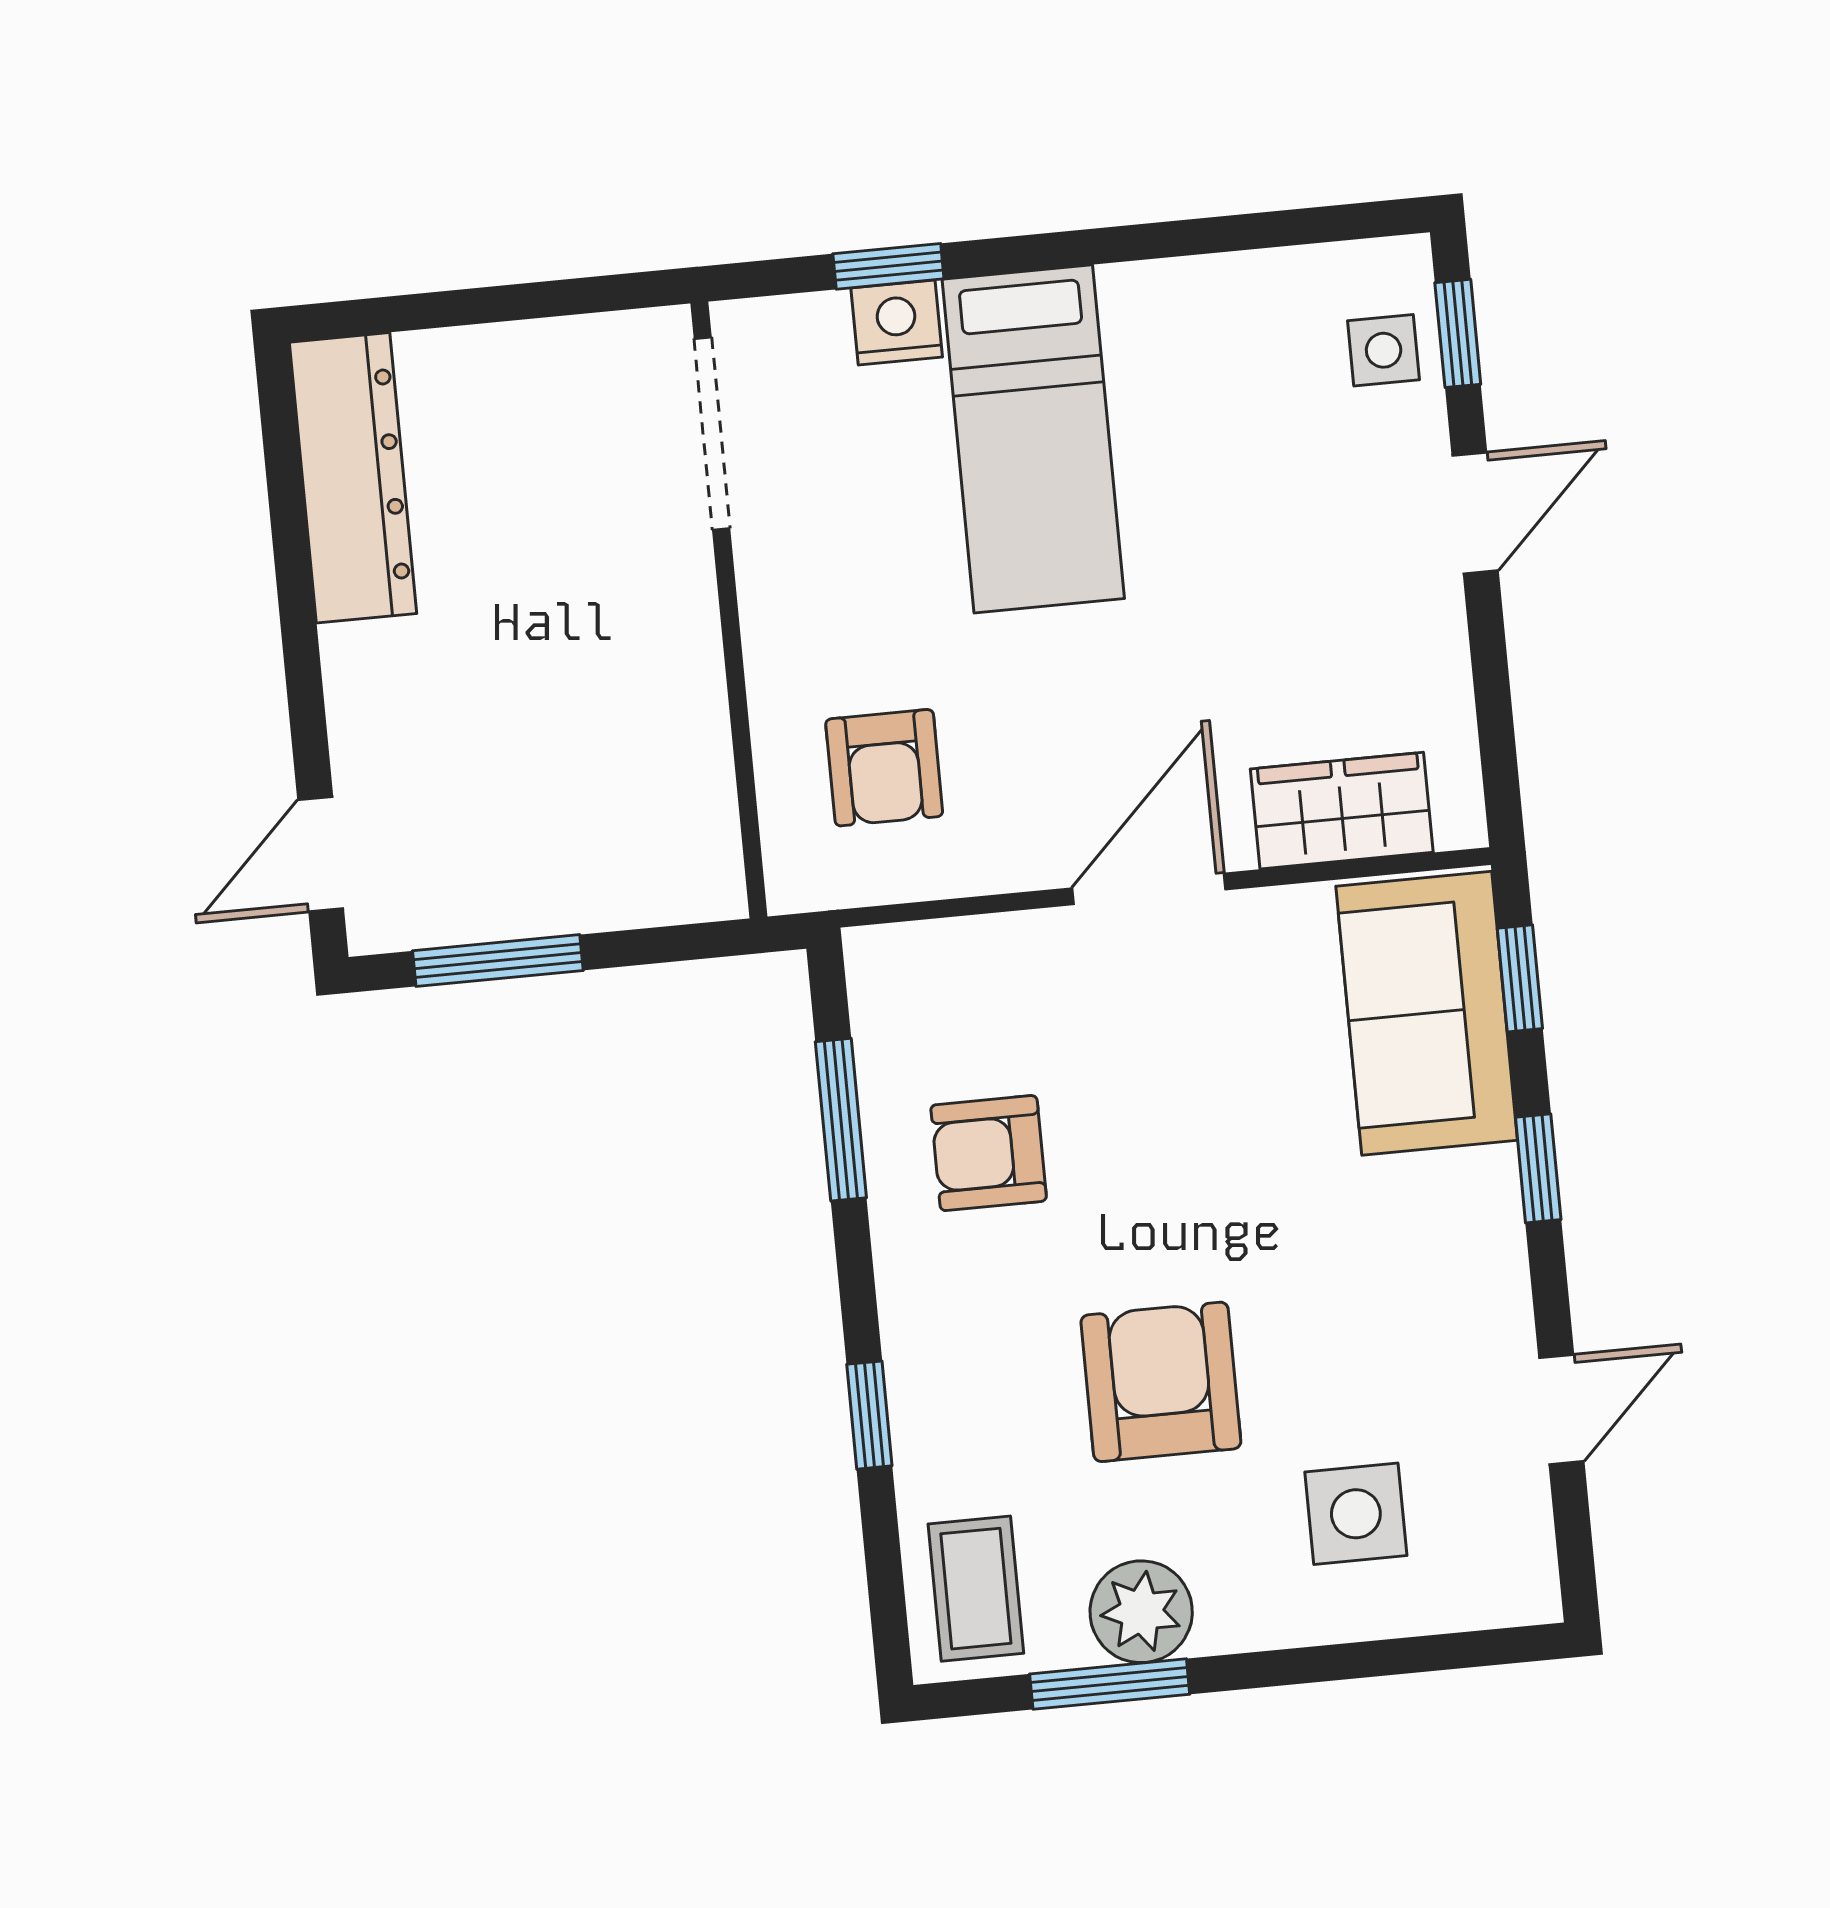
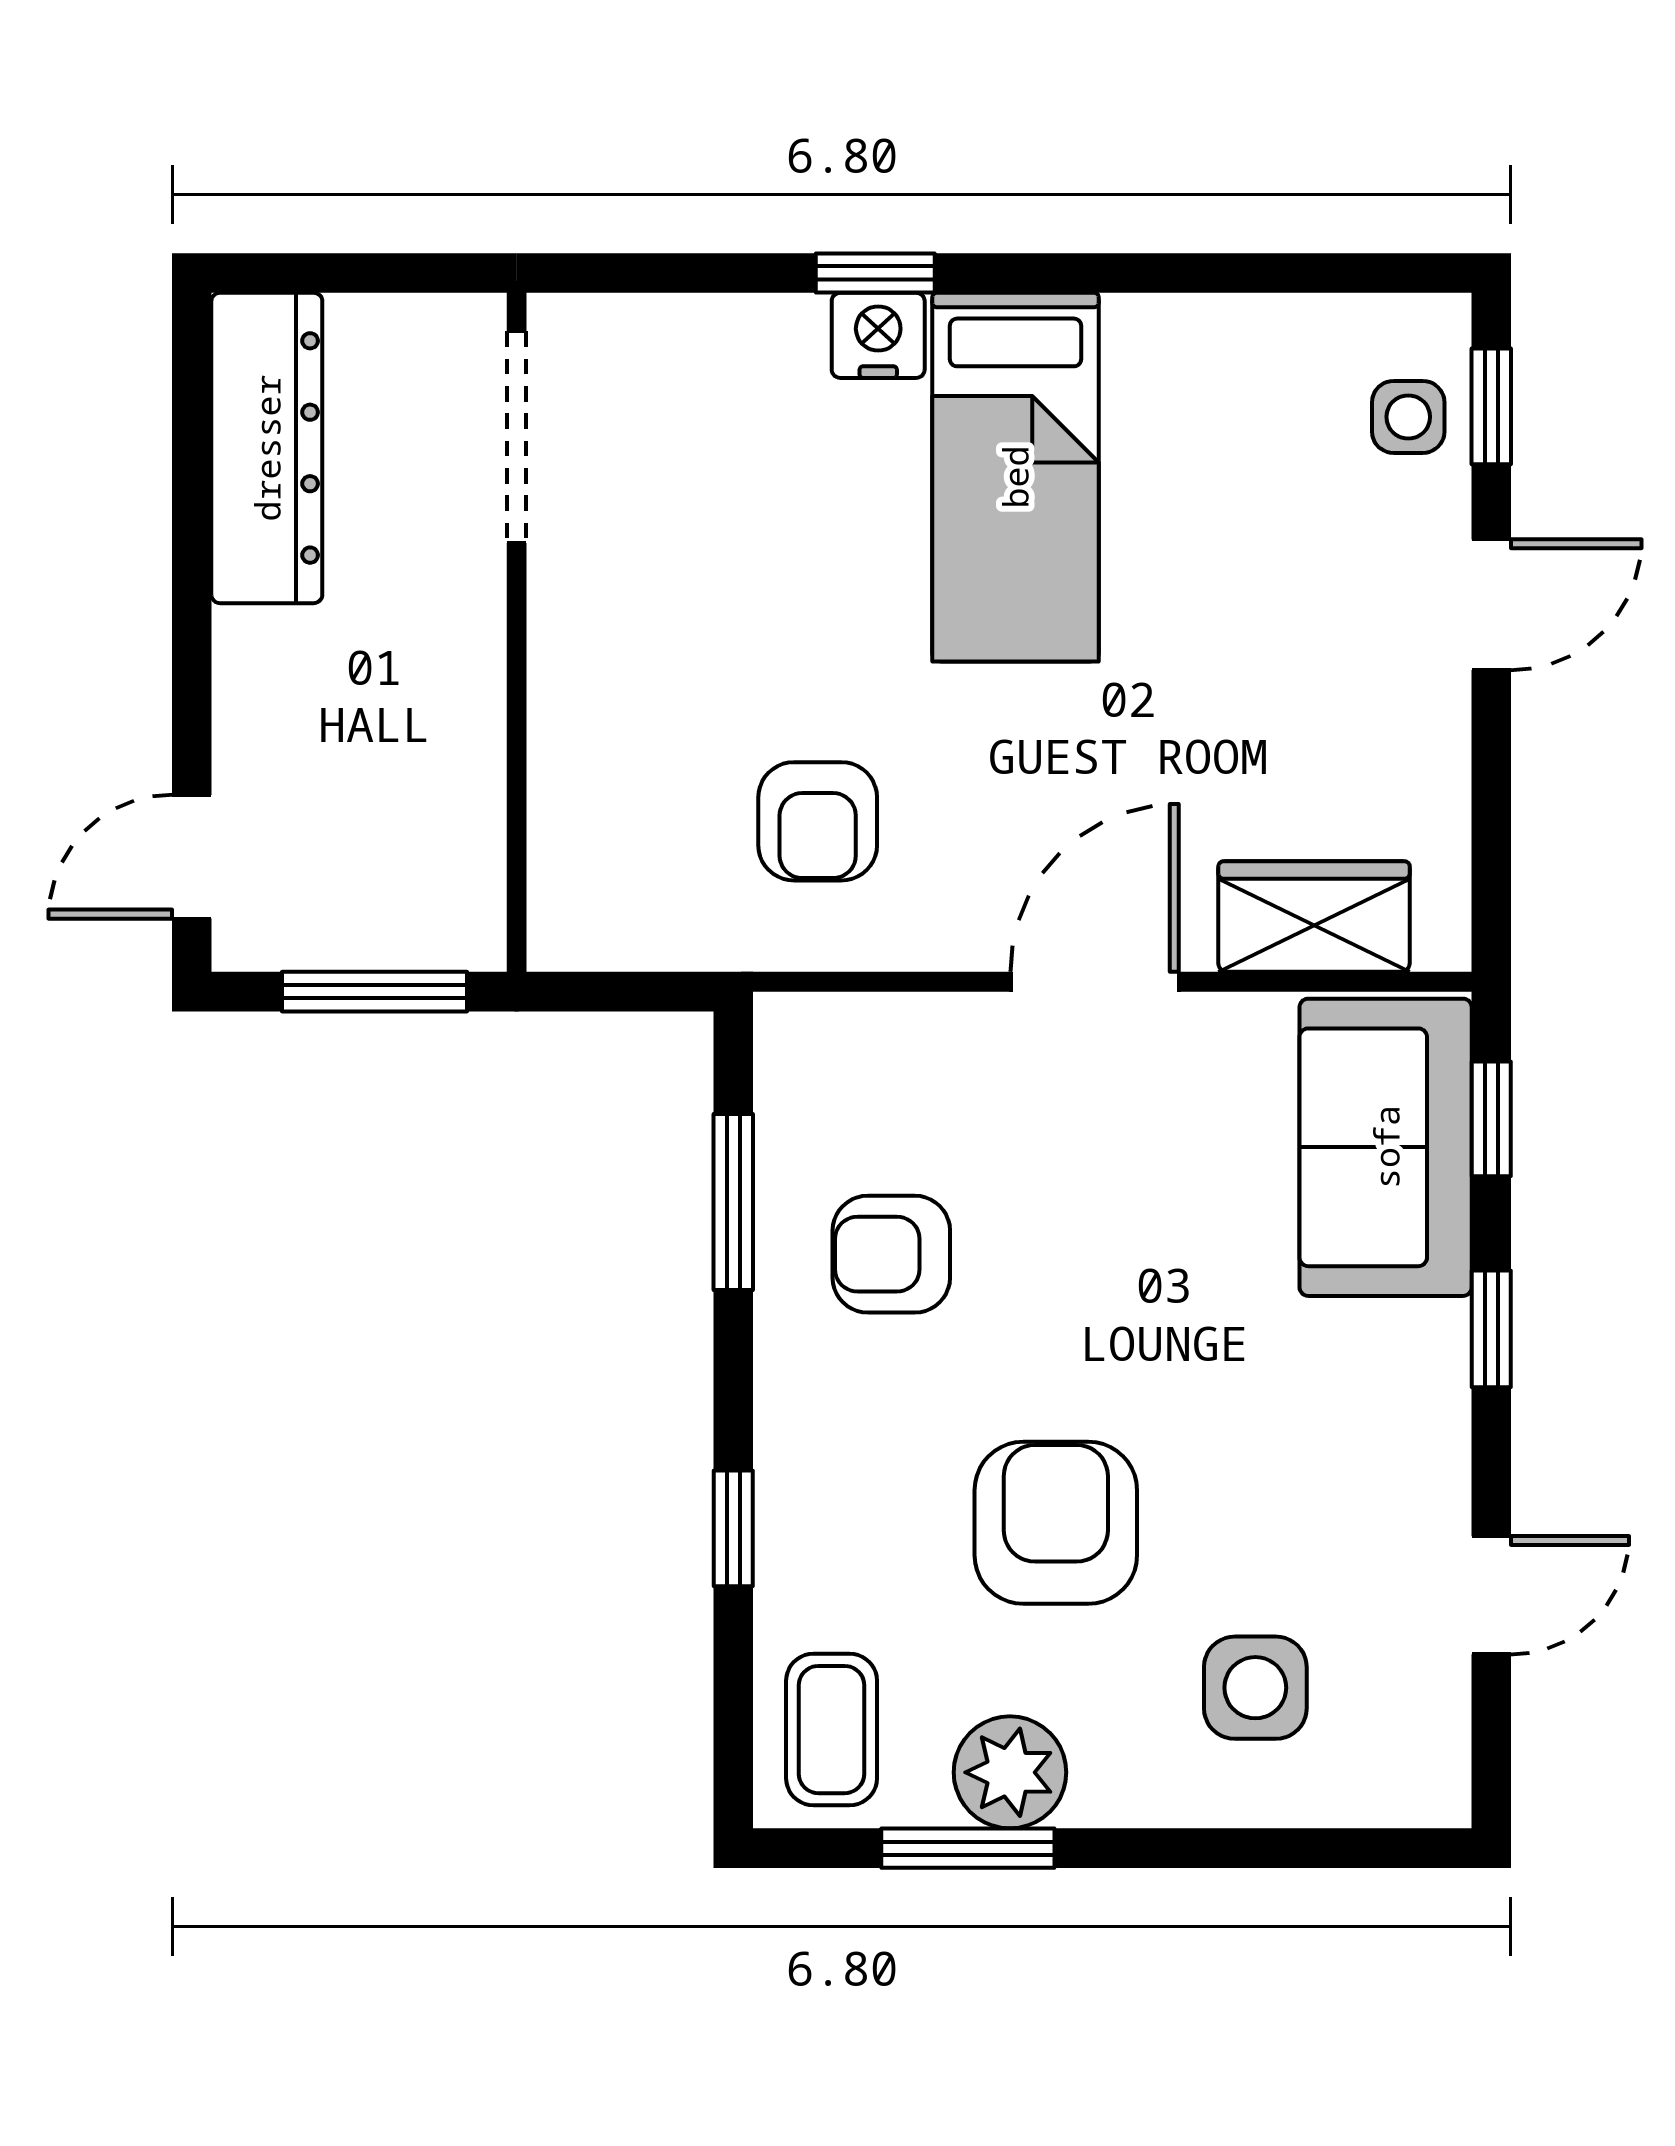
doorway: (712, 433) -> (517, 437), moved
wall: (729, 610) -> (517, 632), moved

